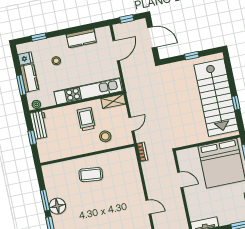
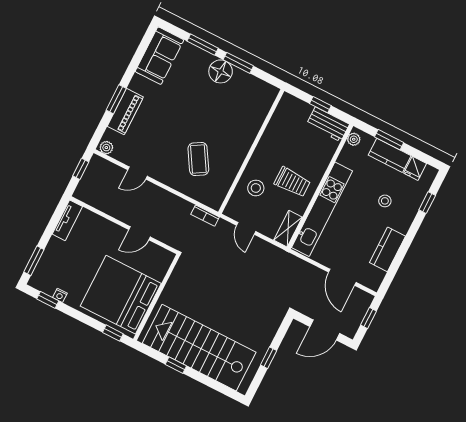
coffee table: (91, 175) -> (198, 159), moved, turned -37

